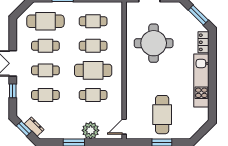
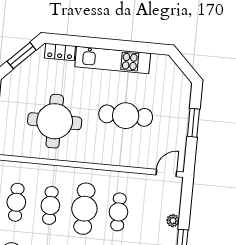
cafe table: (162, 115) -> (126, 116), moved
door: (124, 127) -> (166, 173), swing flipped
plant: (91, 130) -> (173, 221), width x0.53, depth x0.53

